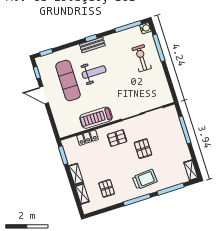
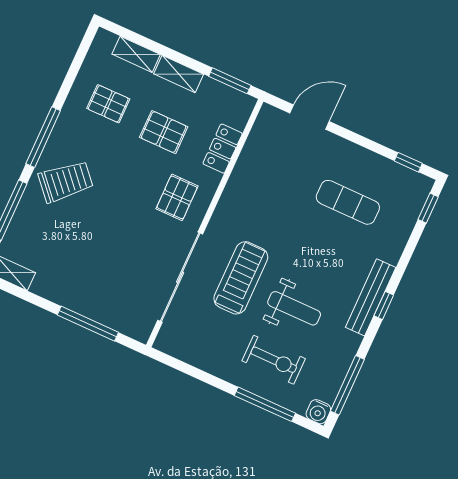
bench: (92, 45) -> (371, 297), width x1.36
weight bench: (94, 72) -> (294, 308), moved, turned -90
exercise mat: (68, 81) -> (348, 202), width x0.73, depth x0.69
door: (44, 95) -> (310, 117), moved
treadmill: (96, 118) -> (241, 278), moved
pallet: (143, 149) -> (164, 132), moved
trolley: (145, 179) -> (66, 181), turned -128

